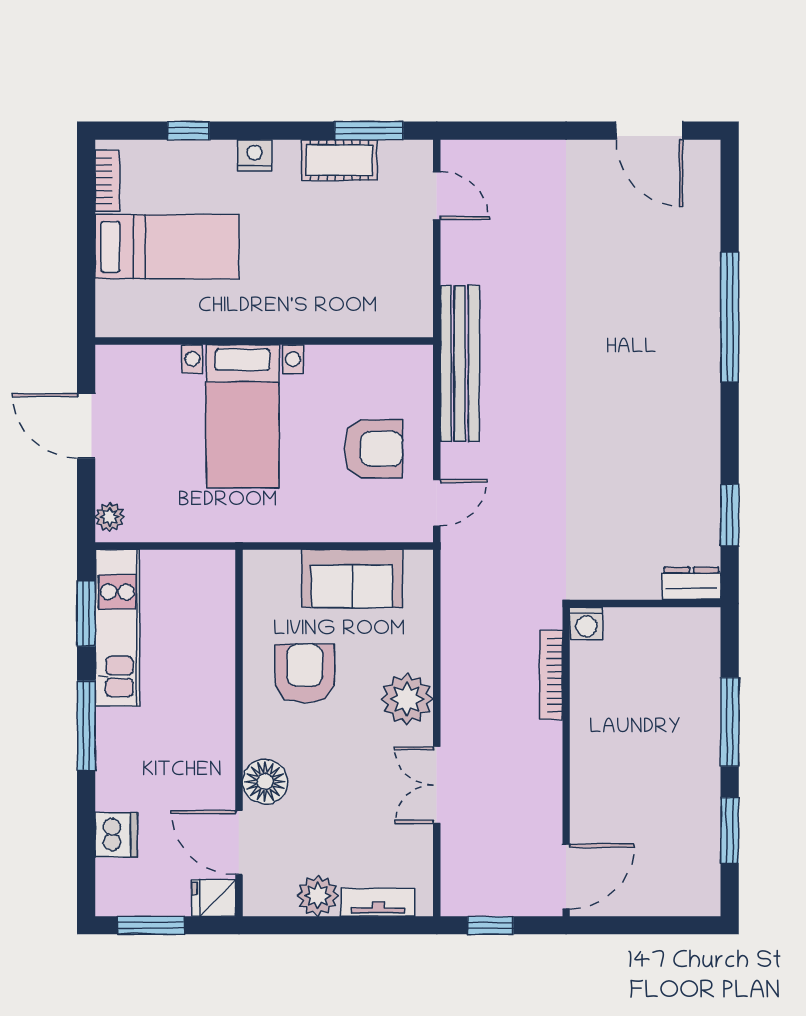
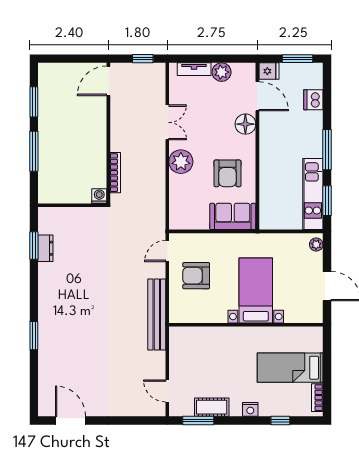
window: (730, 317) -> (34, 336), width x0.47
sofa: (352, 579) -> (233, 216), moved
dresser: (691, 583) -> (45, 248), moved, turned -90

